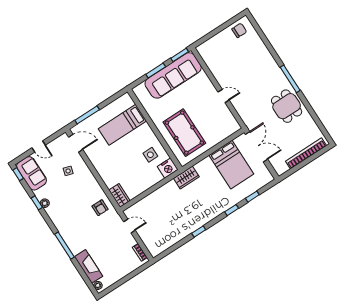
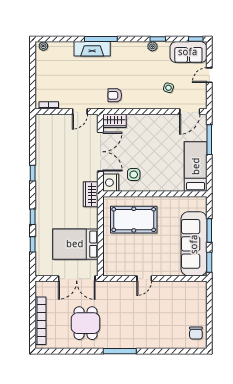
dining table: (287, 106) -> (86, 323), moved, turned 90
bed: (122, 125) -> (196, 166), moved
double door: (149, 191) -> (100, 152), added
fireplace: (88, 266) -> (92, 49), moved

